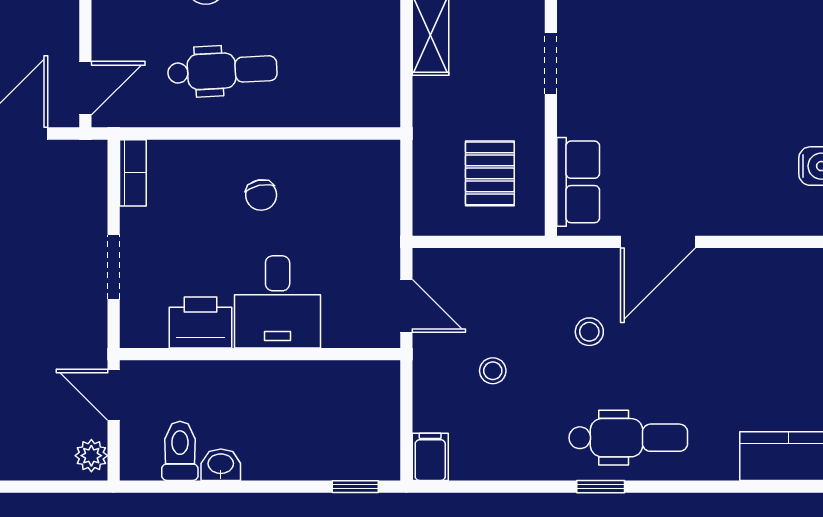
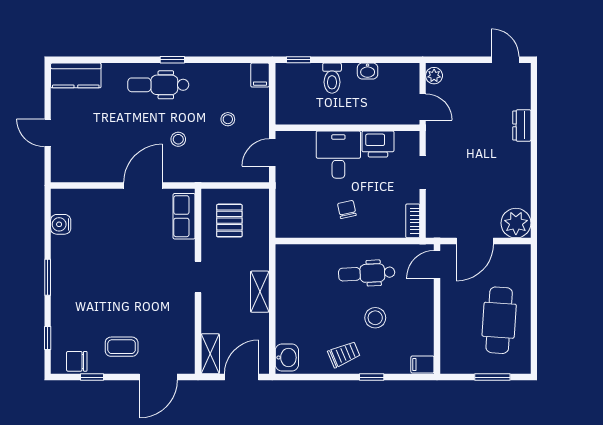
door: (406, 306) -> (272, 152), hinge flipped
toilet: (180, 451) -> (332, 78), moved

